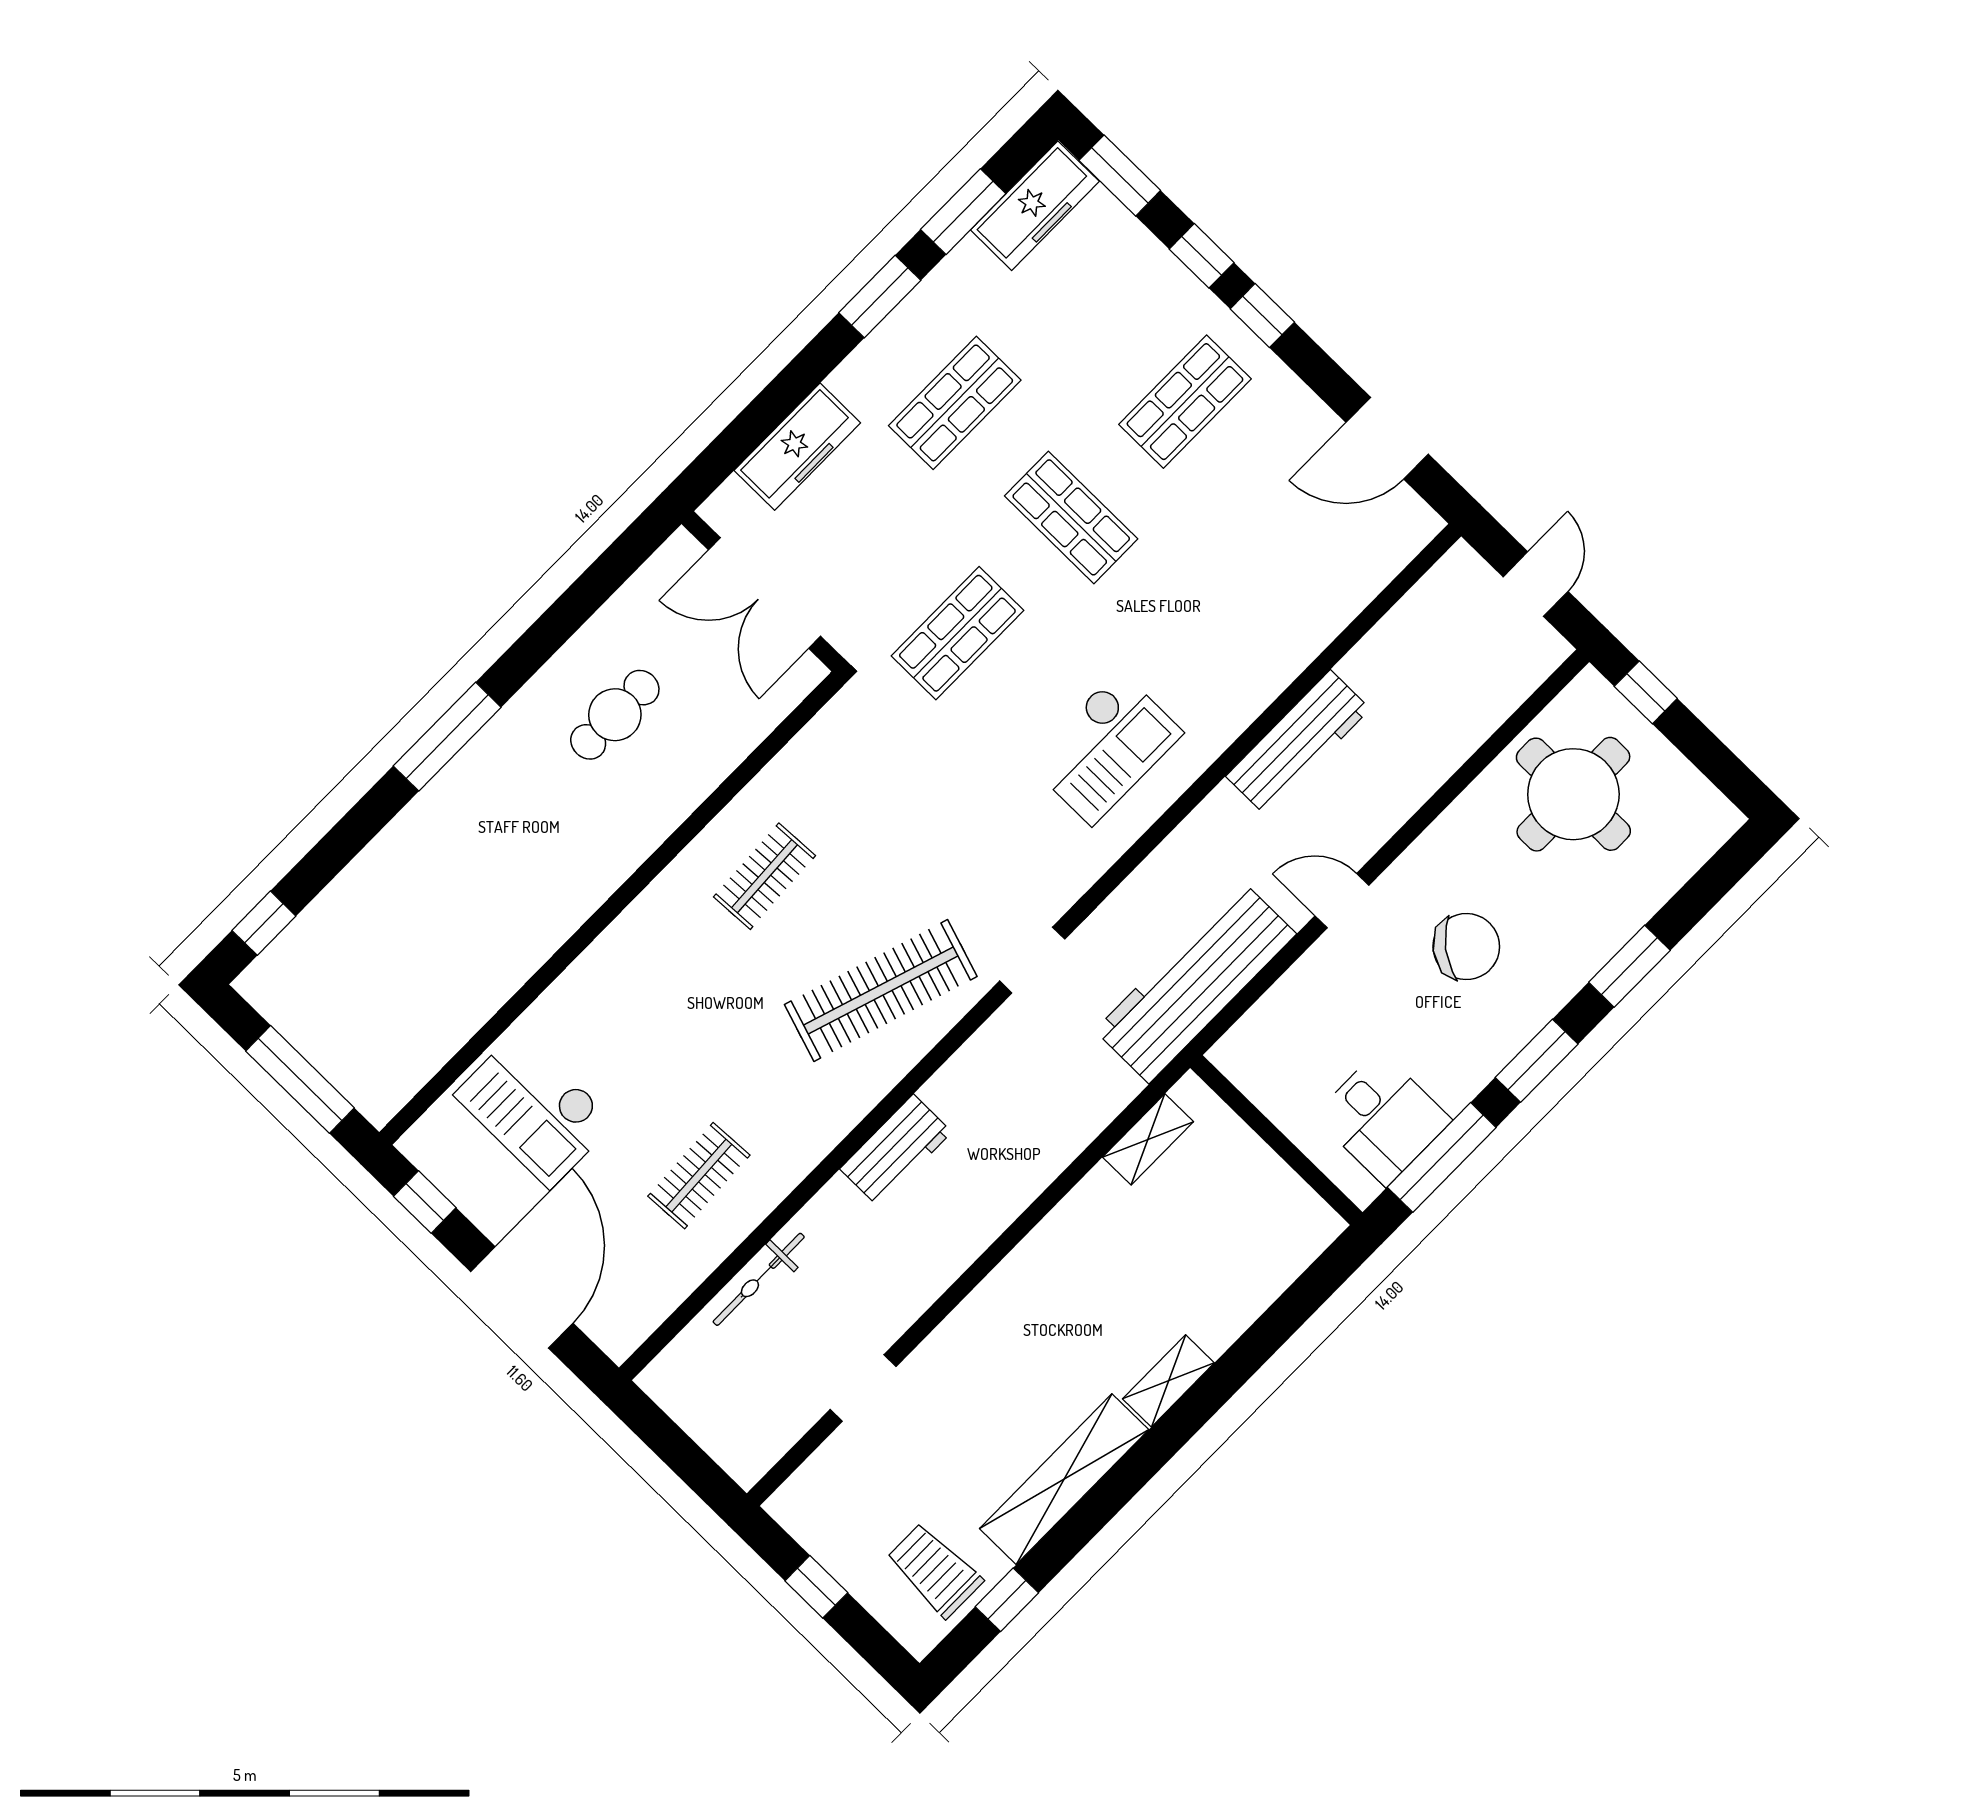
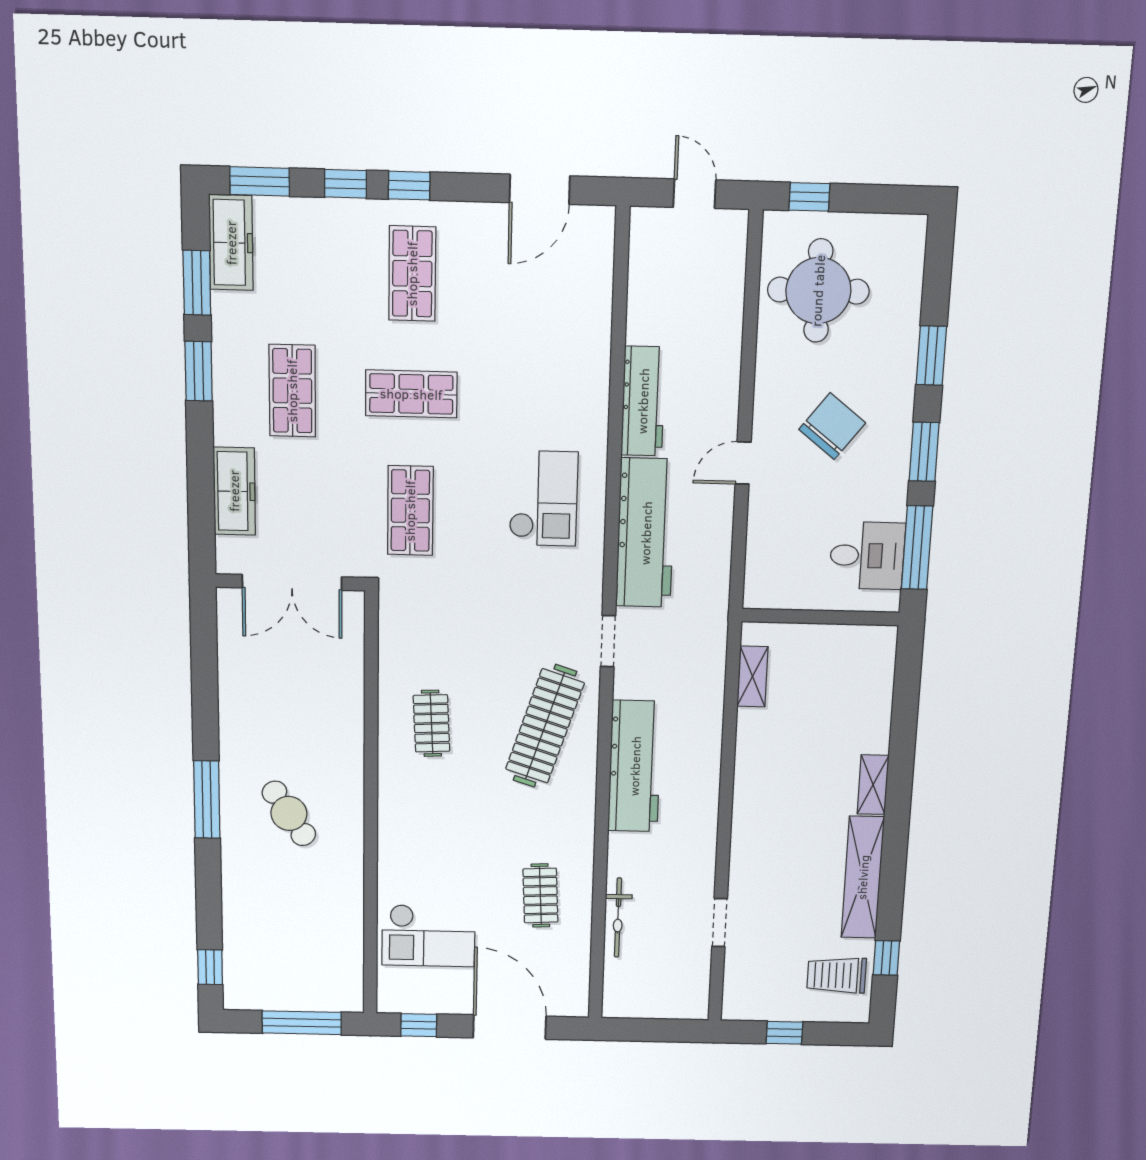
cafe table: (615, 715) -> (289, 813), moved, turned -33
workbench: (1195, 982) -> (646, 533), moved, turned 180
workbench: (896, 1150) -> (635, 766), width x1.88, depth x1.32

